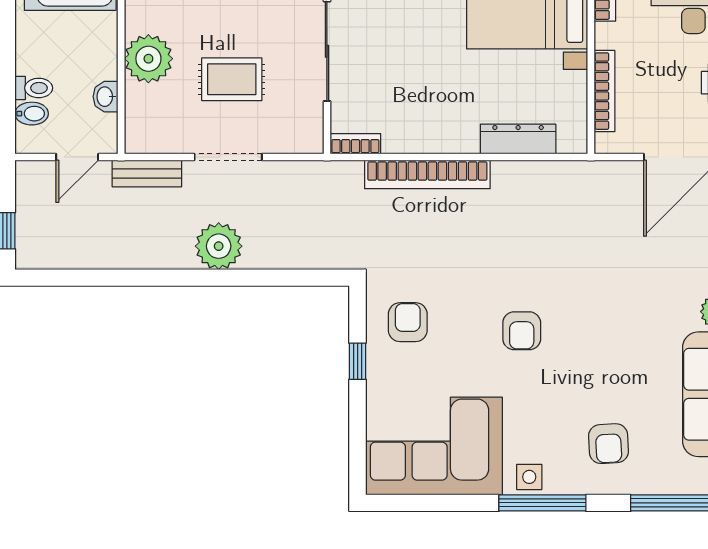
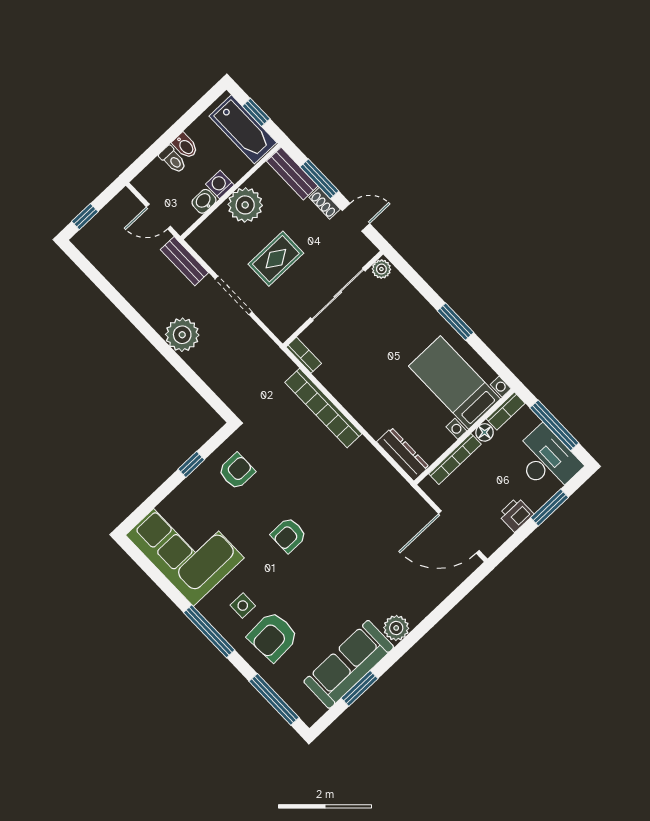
floor lamp: (606, 36) -> (485, 432), added
washing machine: (104, 65) -> (220, 184), added
rug: (232, 79) -> (276, 259), turned 90
bidet: (32, 114) -> (185, 146), moved
dresser: (518, 139) -> (403, 454), moved
armchair: (608, 444) -> (273, 636), width x1.38, depth x1.38
side table: (529, 477) -> (243, 606), moved

